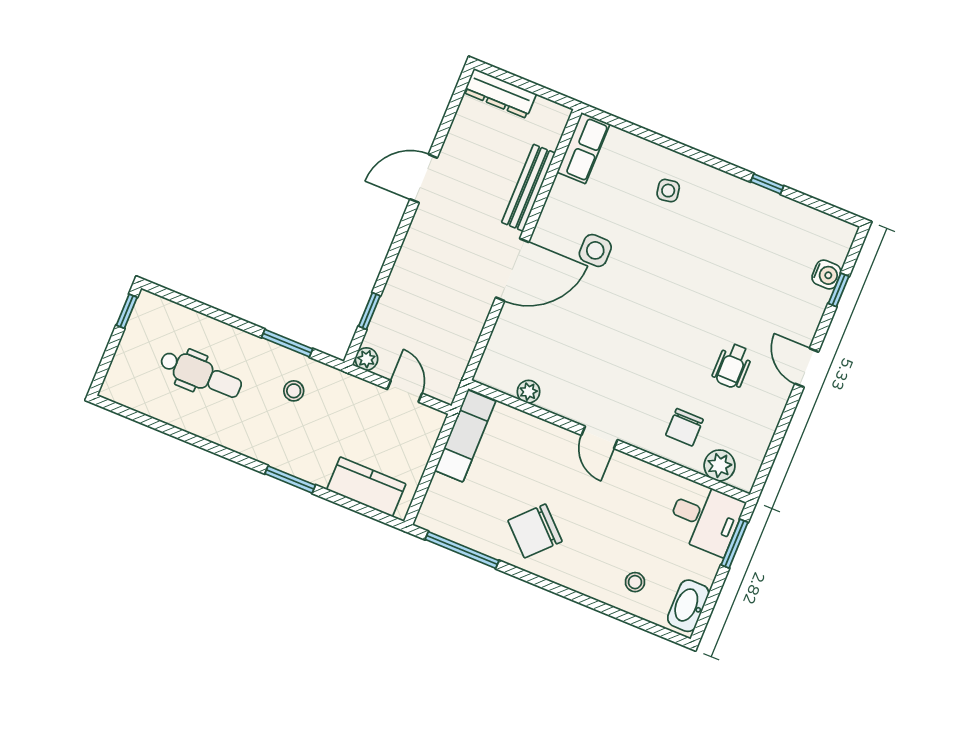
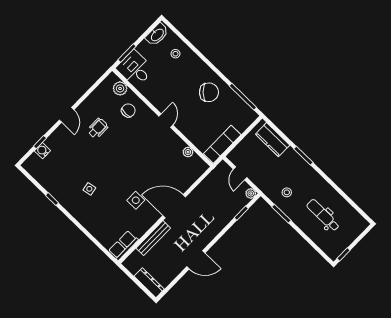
side table: (668, 191) -> (89, 189), moved

